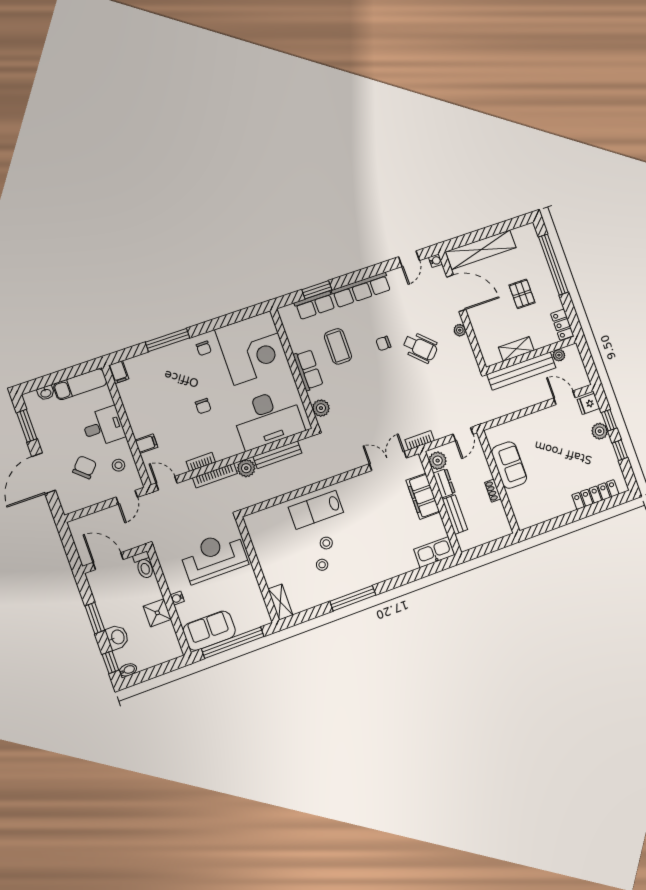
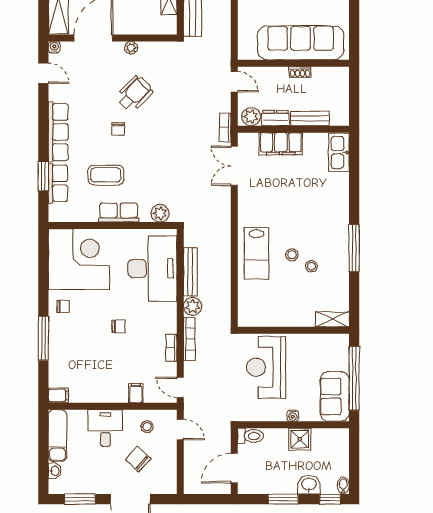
sofa: (509, 465) -> (301, 43), width x1.85, depth x1.27
door: (167, 483) -> (180, 387), hinge flipped

